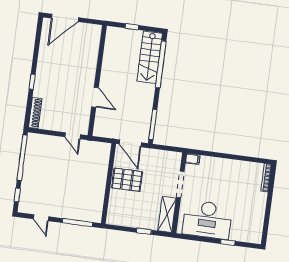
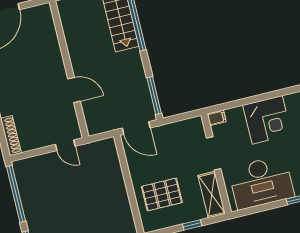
corner desk: (230, 175) -> (267, 120), added
pallet: (127, 180) -> (162, 194), moved

